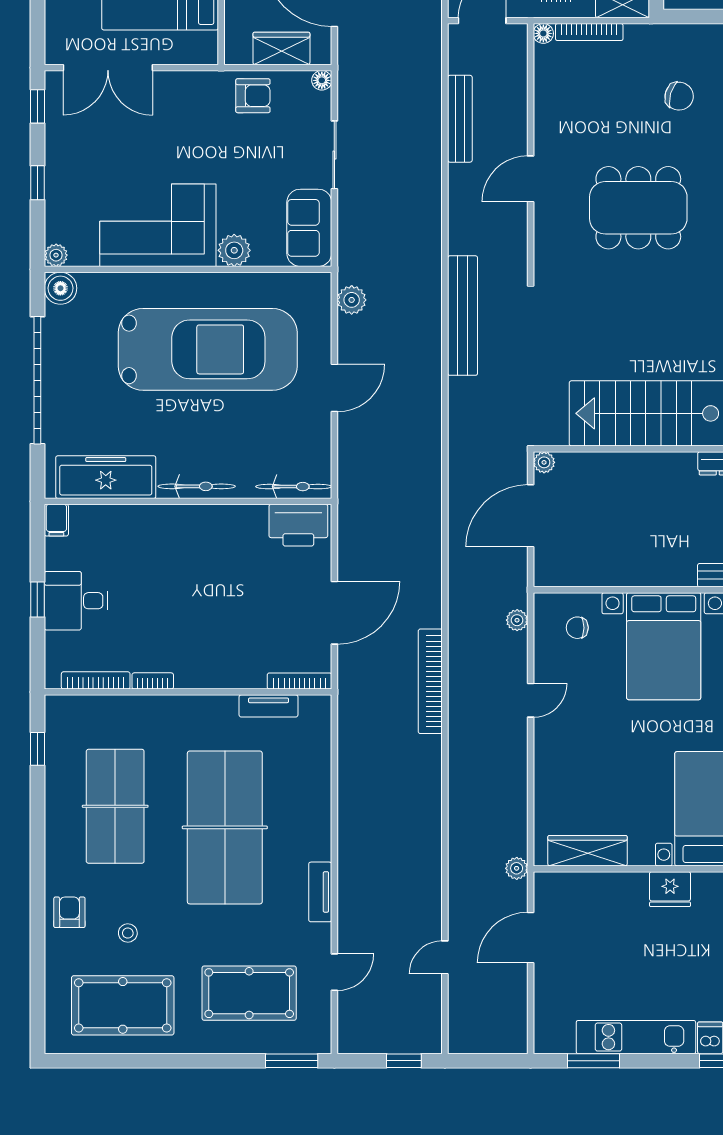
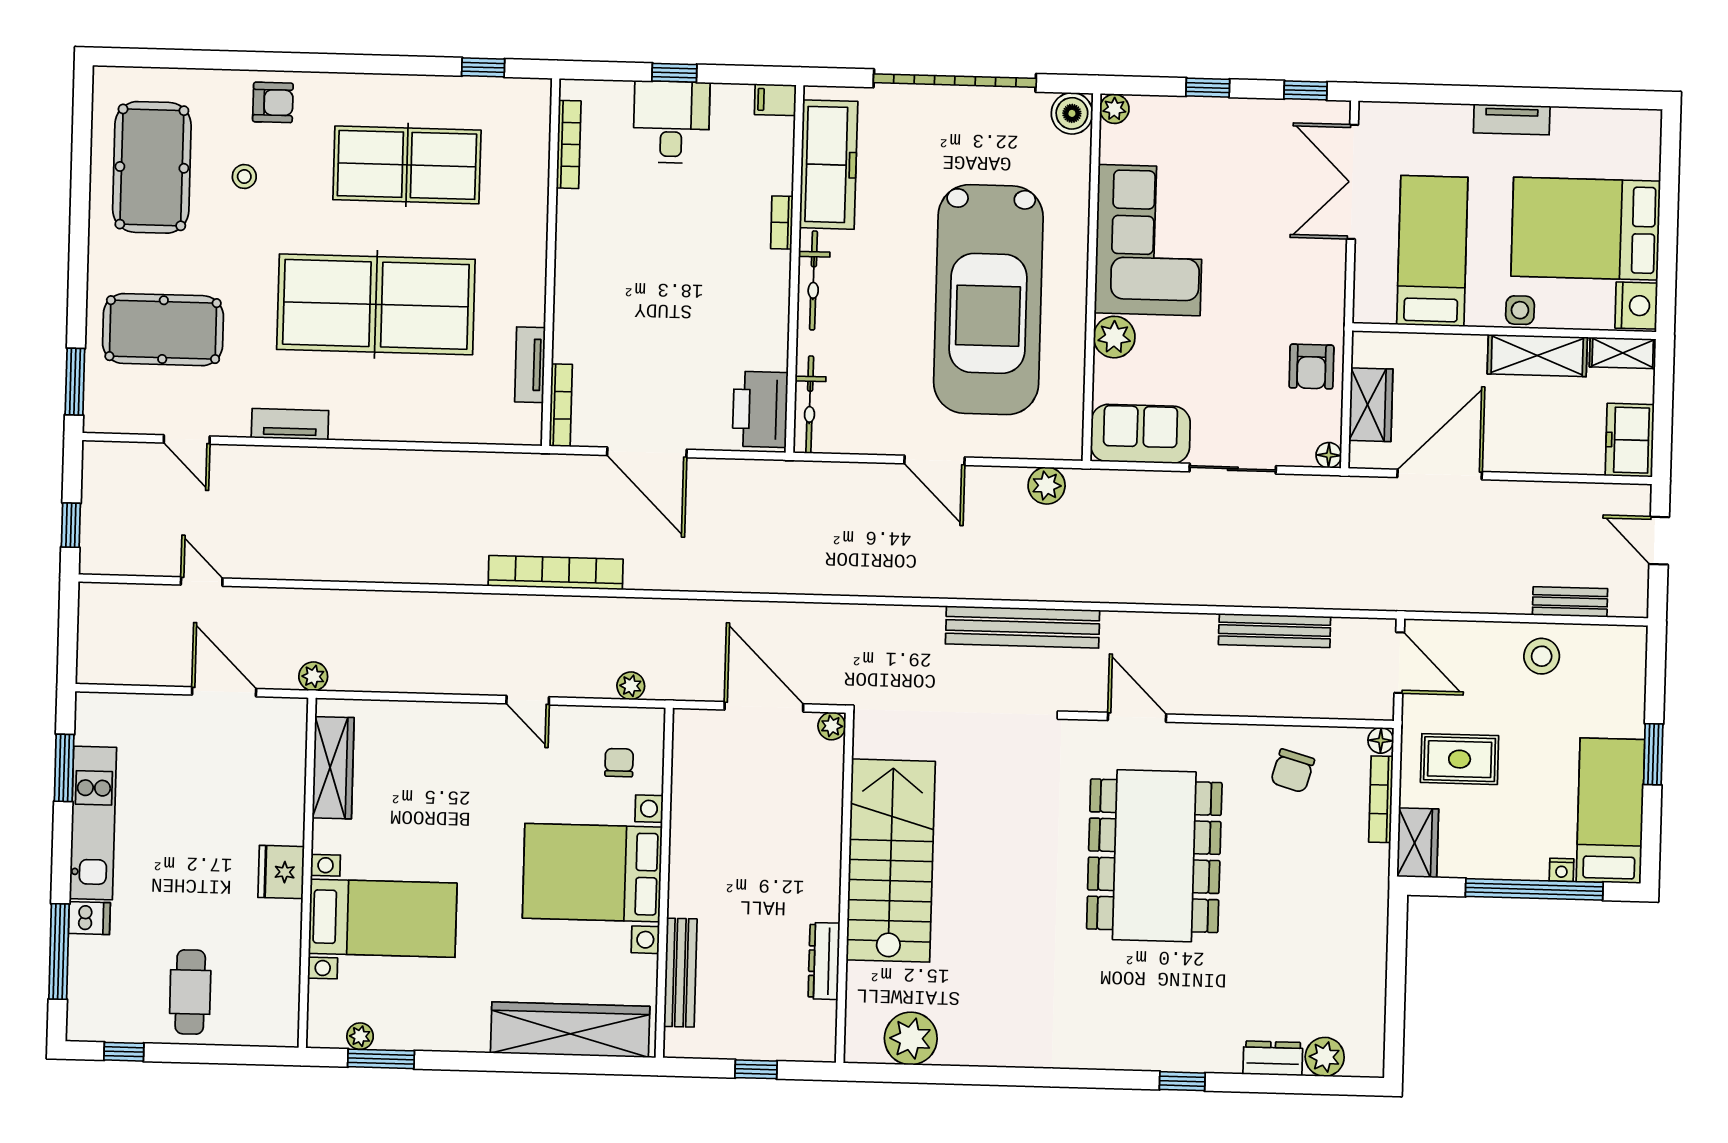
chair: (679, 96) -> (1292, 771), moved
door: (531, 179) -> (1137, 717), moved
dining table: (638, 208) -> (1154, 856), width x1.36, depth x1.24
bookcase: (153, 681) -> (782, 223), moved, turned 180
pool table: (249, 993) -> (163, 330), turned 90

